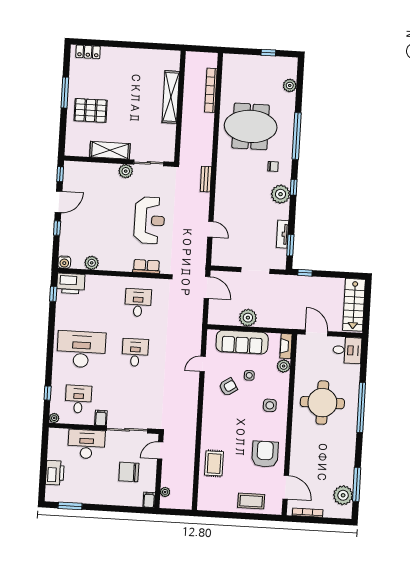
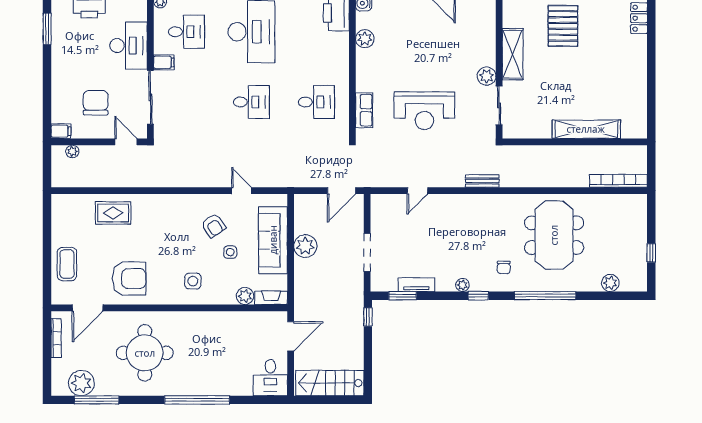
bookcase: (211, 90) -> (619, 181), moved
plant: (281, 194) -> (462, 285), width x0.53, depth x0.53
round table: (322, 403) -> (145, 353), moved

